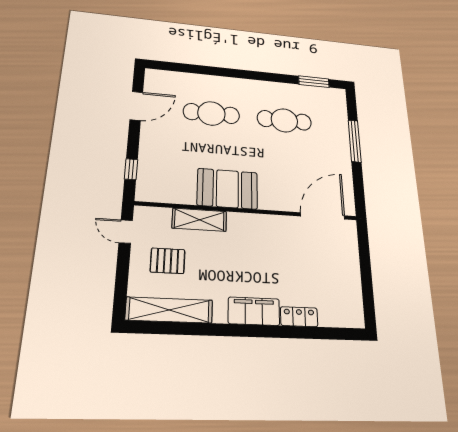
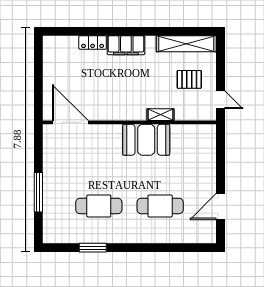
window: (314, 82) -> (93, 248), moved
window: (131, 169) -> (221, 150), removed
door: (323, 216) -> (70, 122), swing flipped
shelving: (199, 220) -> (160, 115), width x0.67, depth x0.75

